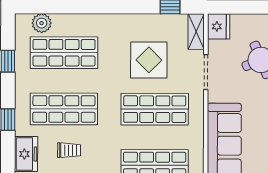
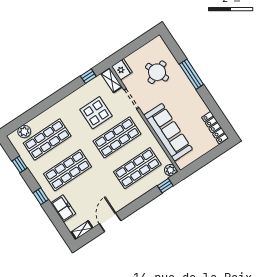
trolley: (69, 150) -> (85, 191), removed

